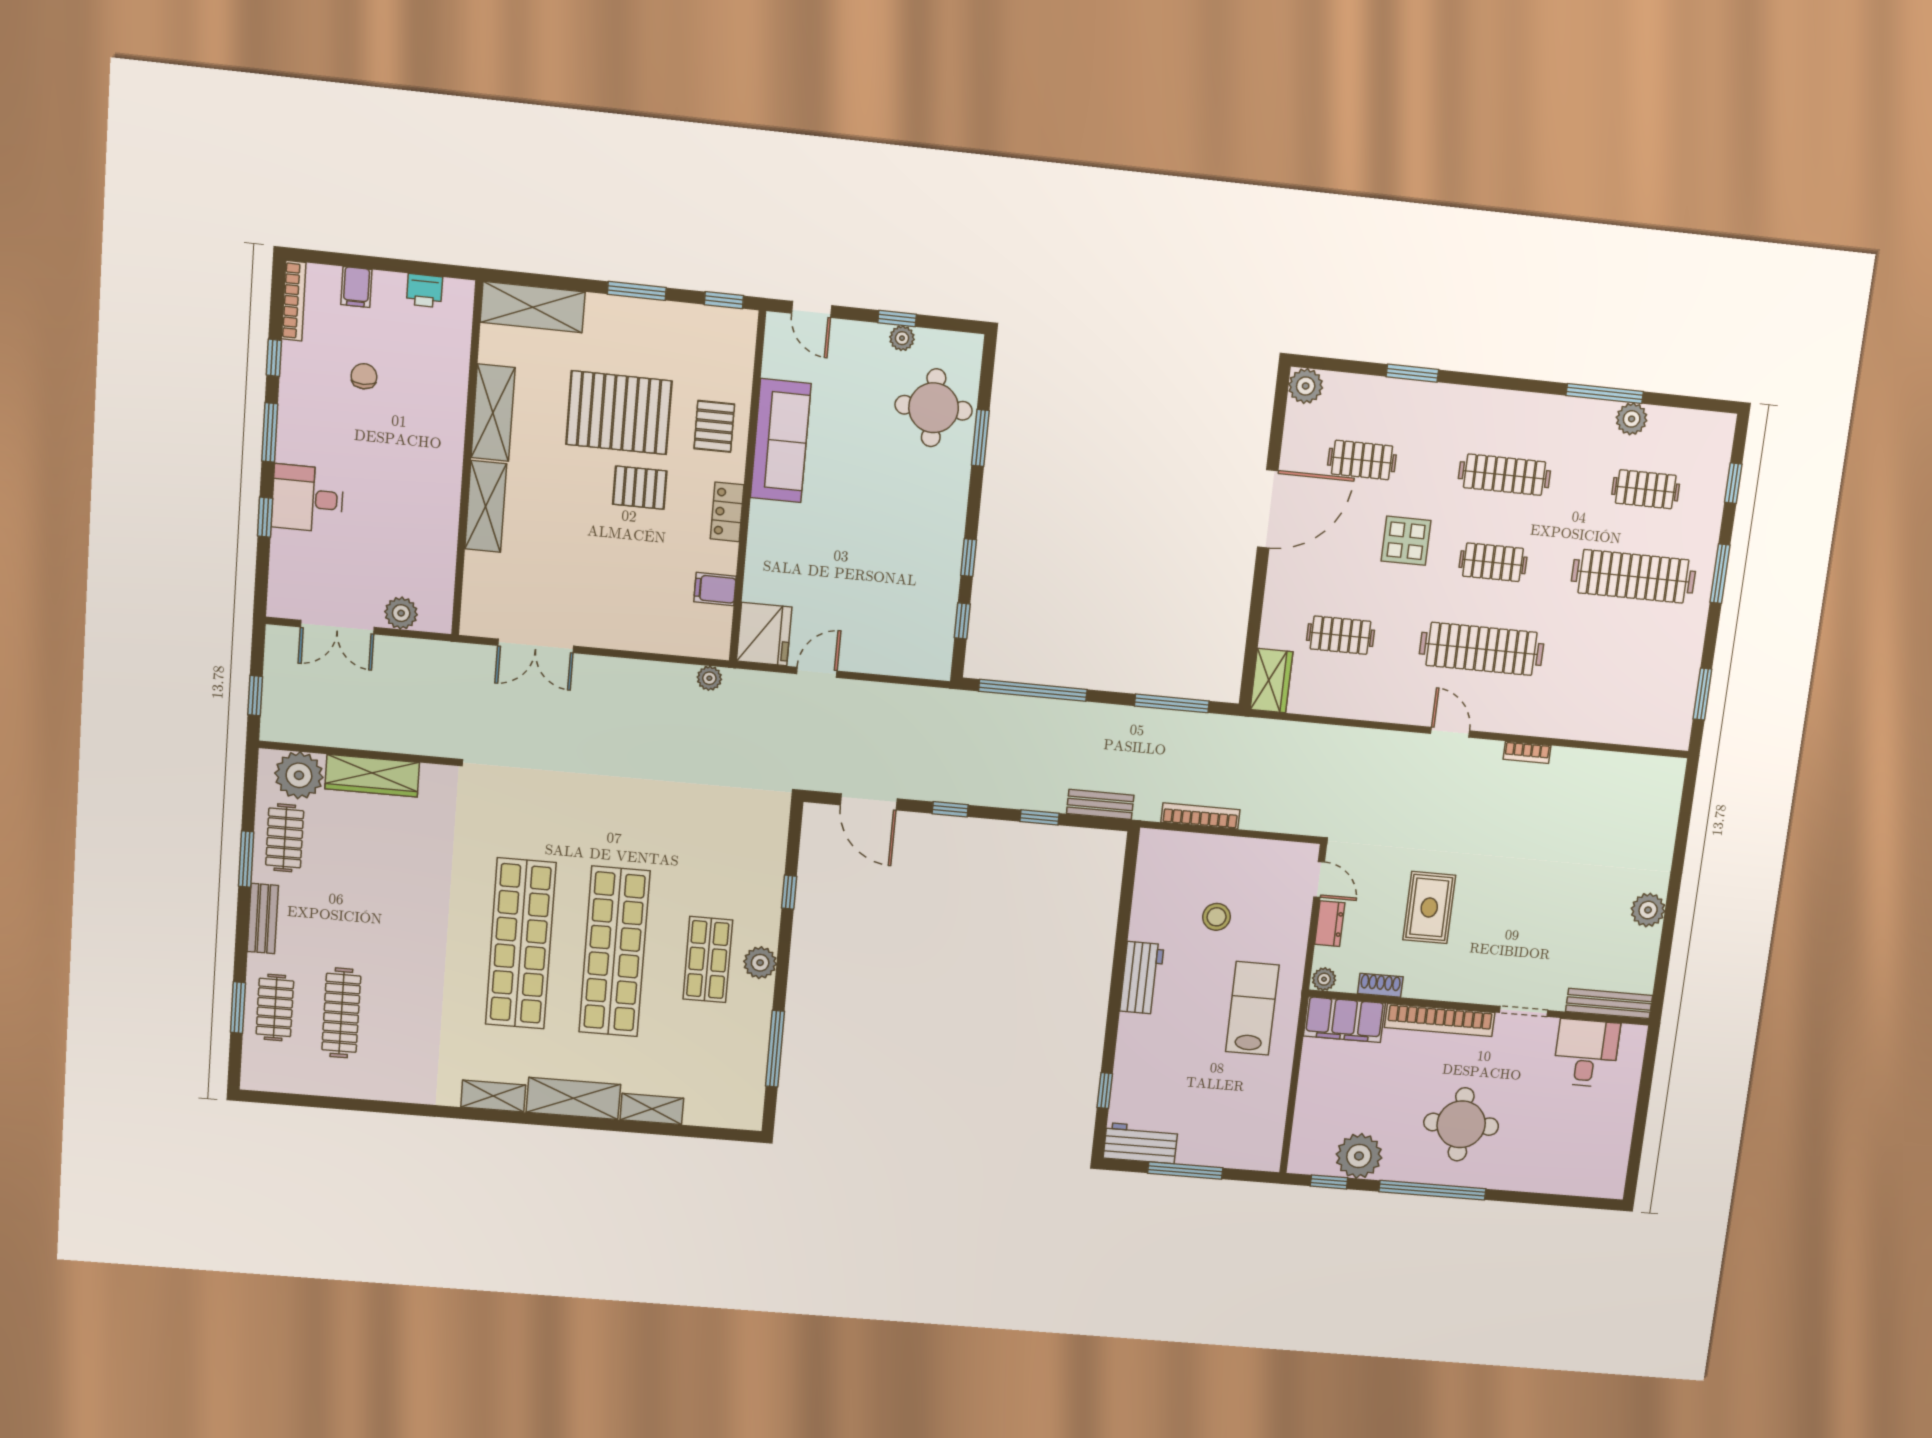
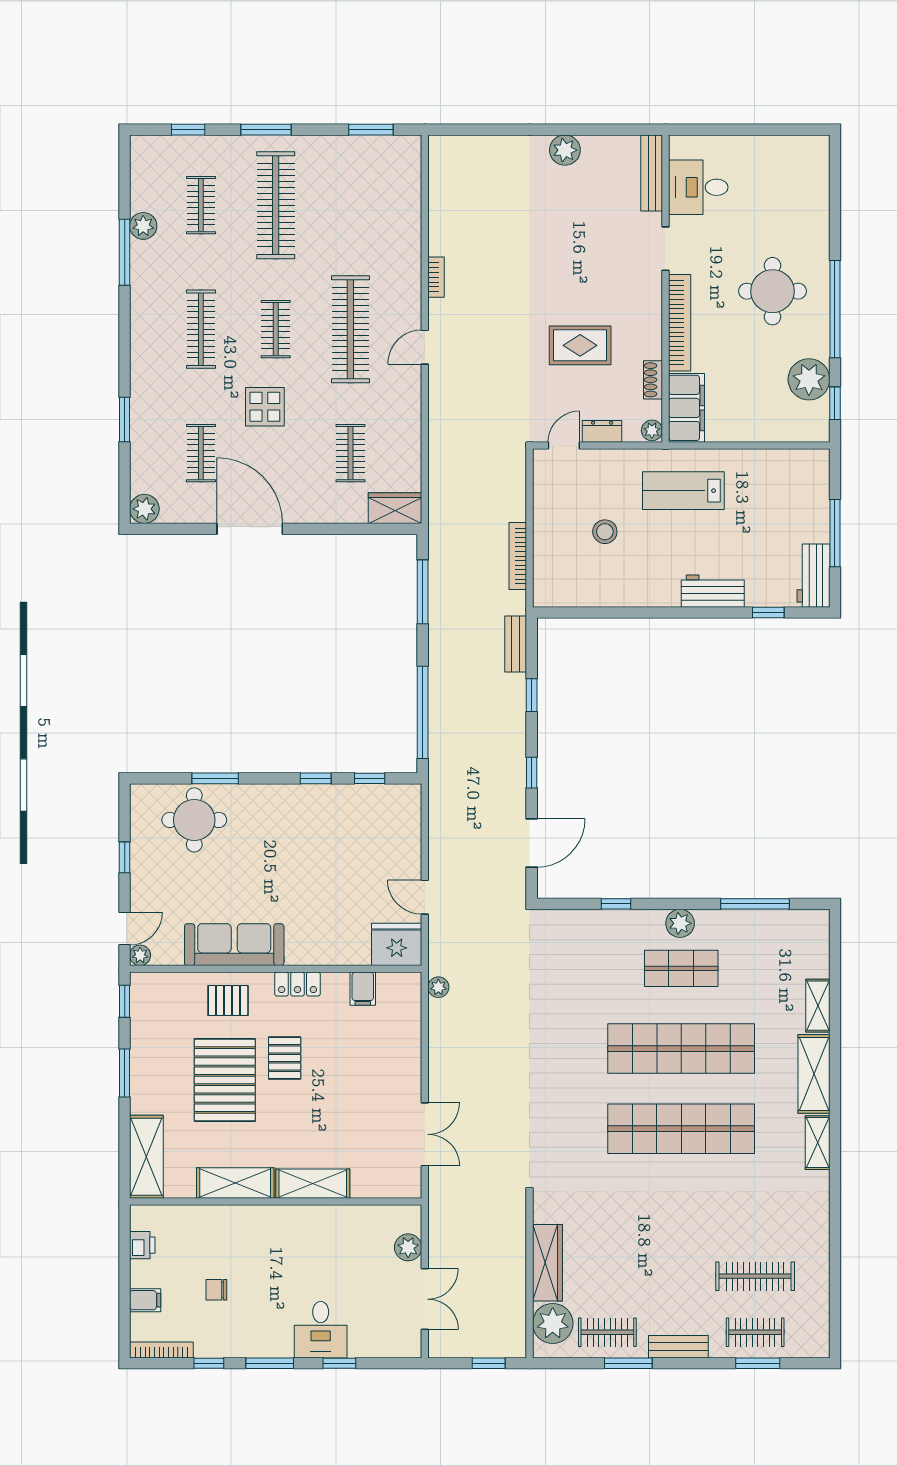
plant: (902, 338) -> (140, 955), moved
workbench: (1142, 978) -> (713, 591), moved

